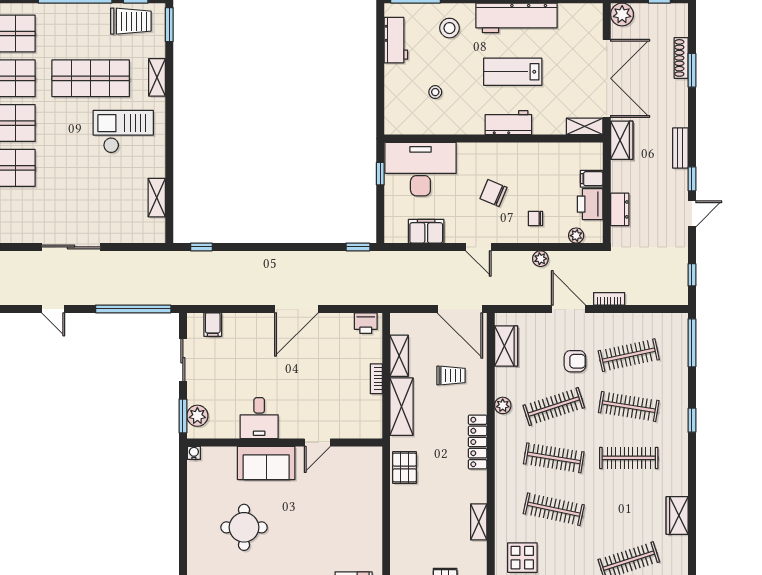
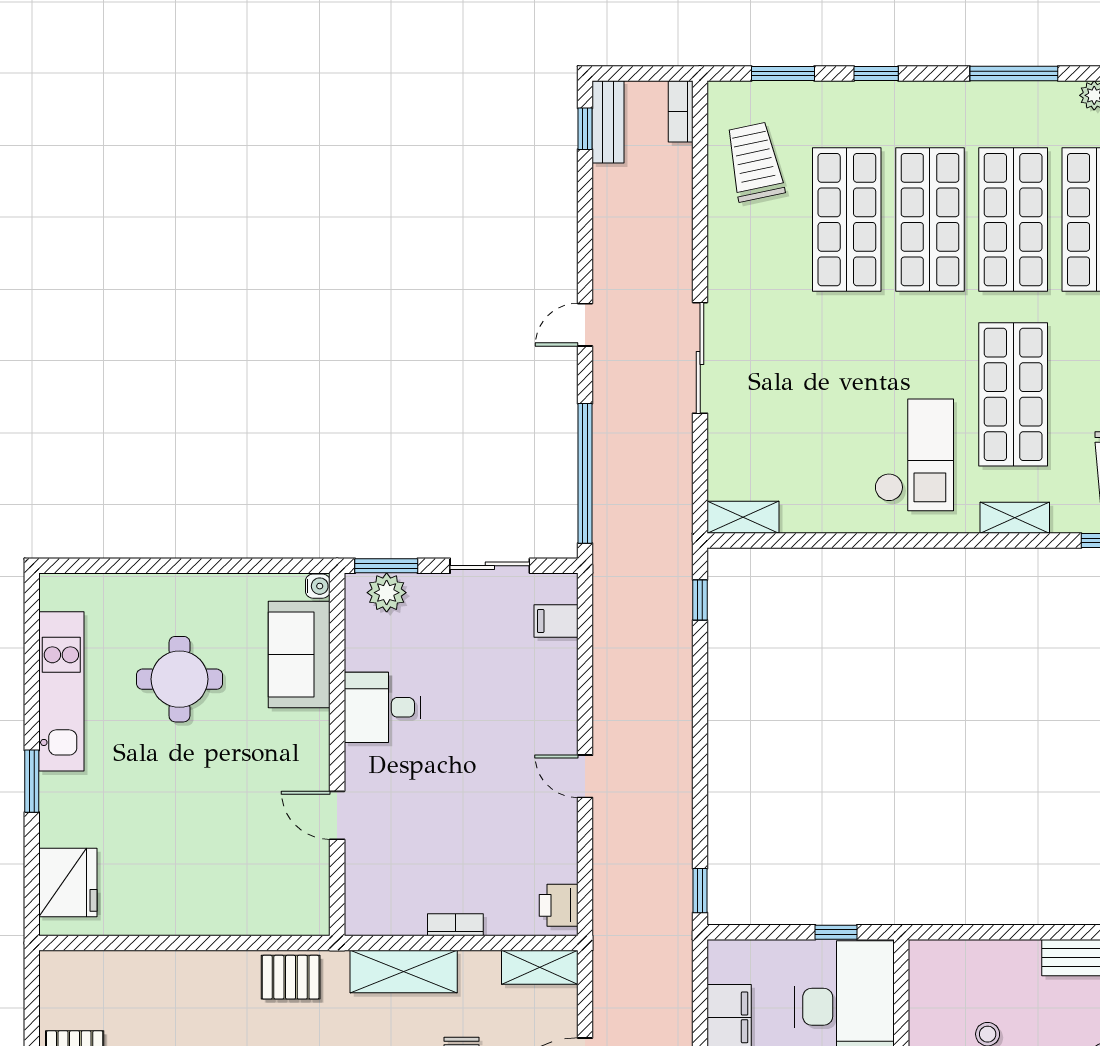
shelving: (157, 198) -> (743, 517), moved
door: (296, 309) -> (585, 776), width x0.53
shelving: (399, 356) -> (540, 967), moved
sofa: (266, 463) -> (299, 654), moved

